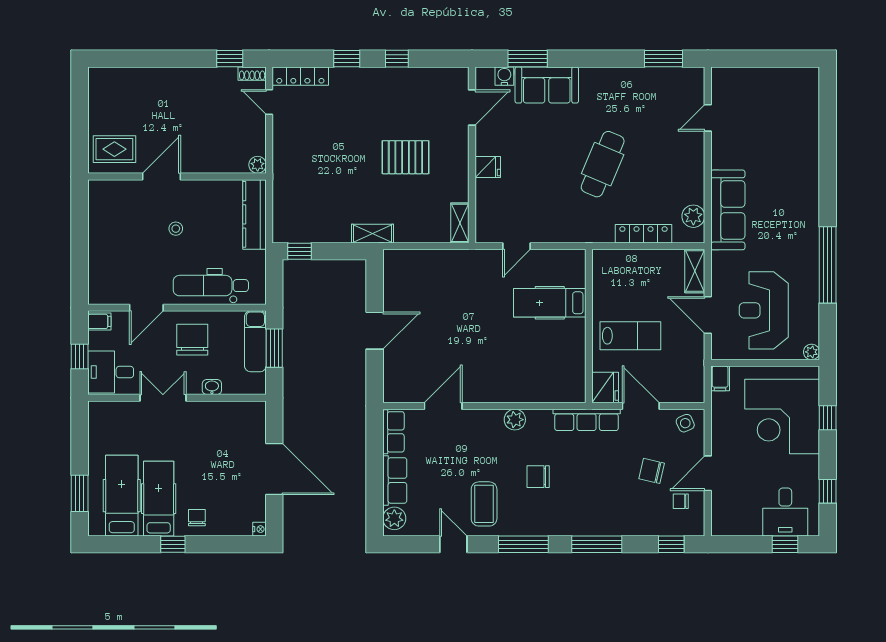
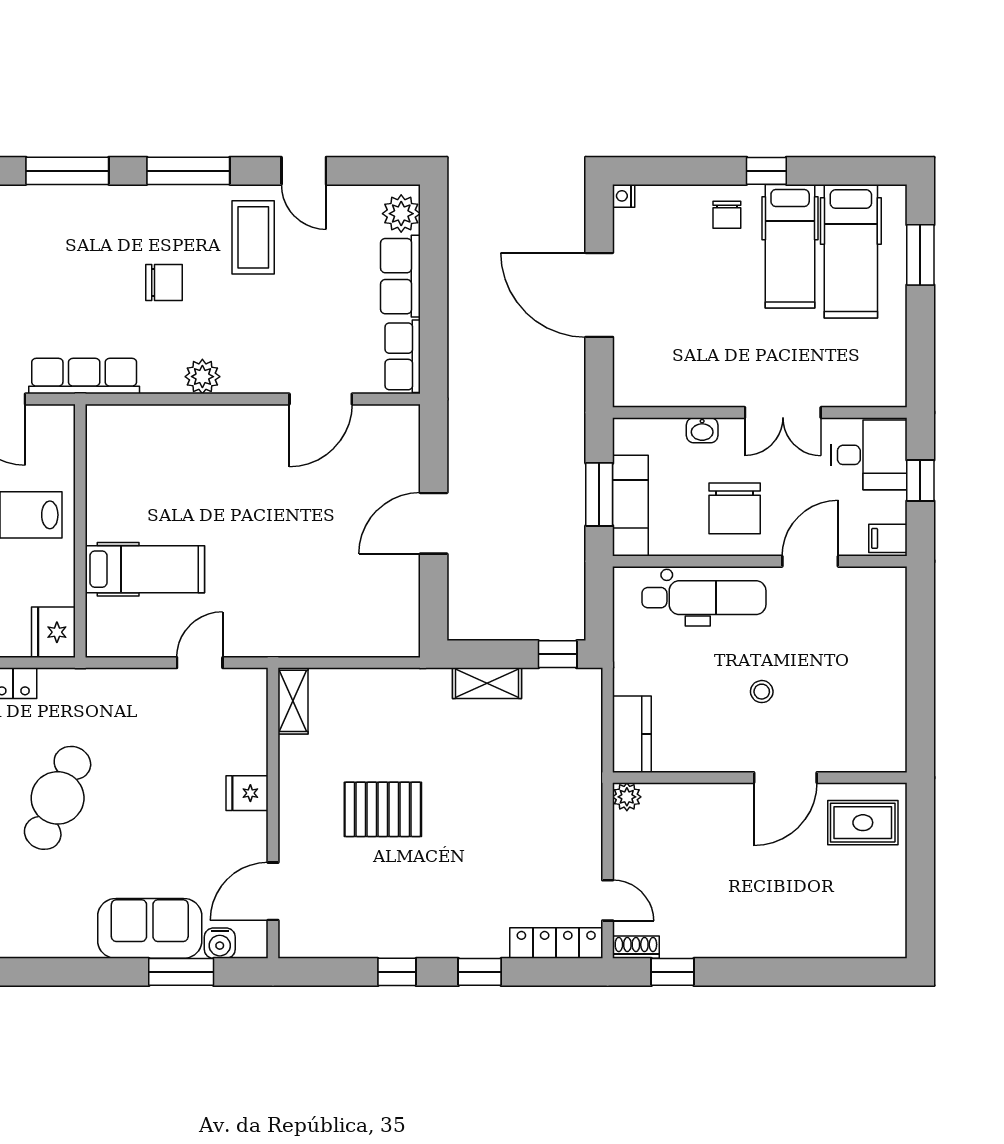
kitchen counter: (254, 214) -> (632, 734), width x0.67
shelving: (372, 234) -> (487, 683), moved
fridge: (605, 388) -> (53, 632), moved

